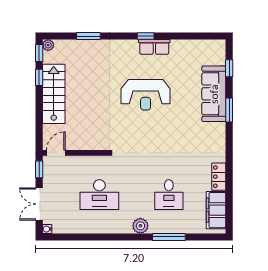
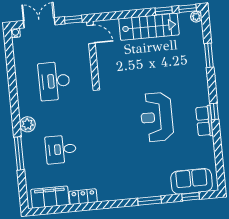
sofa: (214, 94) -> (192, 181), moved, width x0.73

